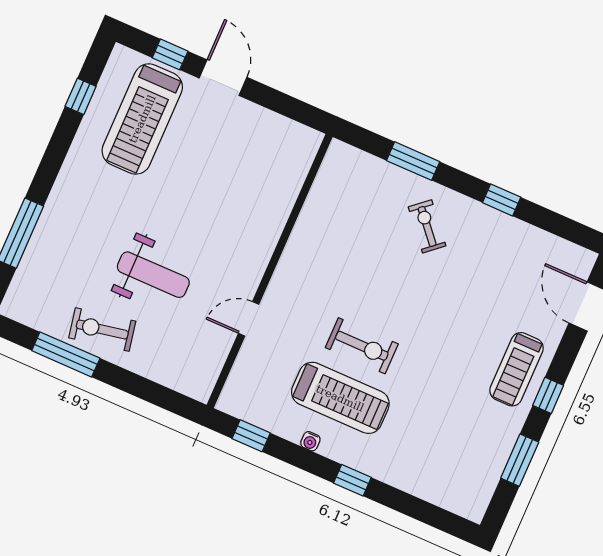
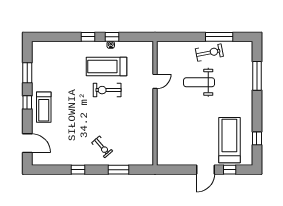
door: (223, 78) -> (205, 170), hinge flipped
treadmill: (517, 369) -> (44, 107), turned 180
window: (251, 436) -> (112, 37), moved

